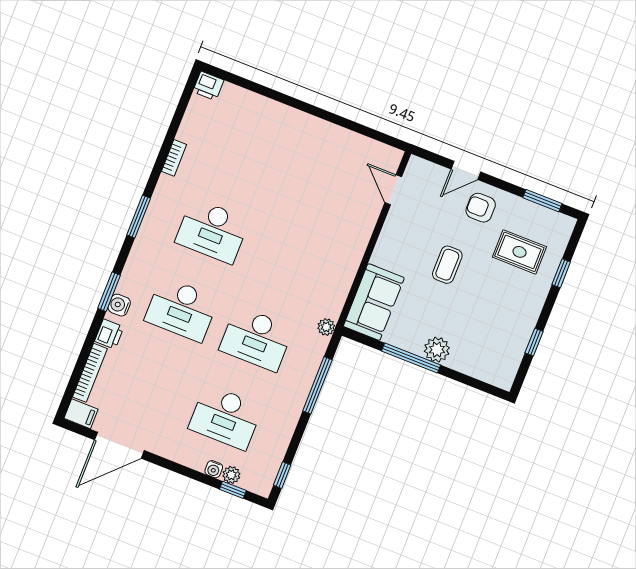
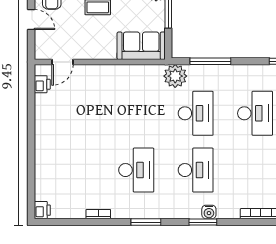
plant: (326, 327) -> (175, 76), width x1.87, depth x1.87
printer: (109, 334) -> (42, 84), moved, turned 90

